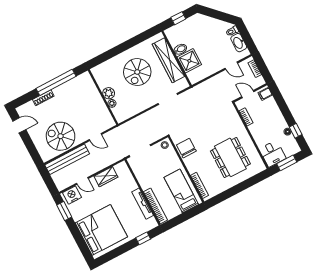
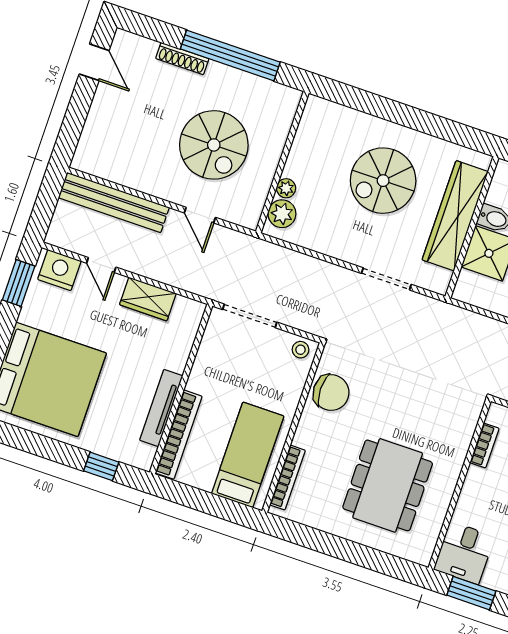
plant: (109, 93) -> (282, 214), moved
spiral stairs: (61, 136) -> (214, 145), moved, turned 180
chair: (186, 148) -> (331, 393), turned 90

